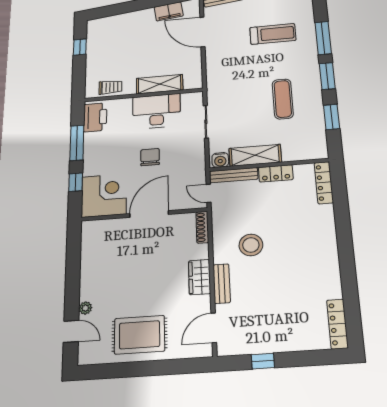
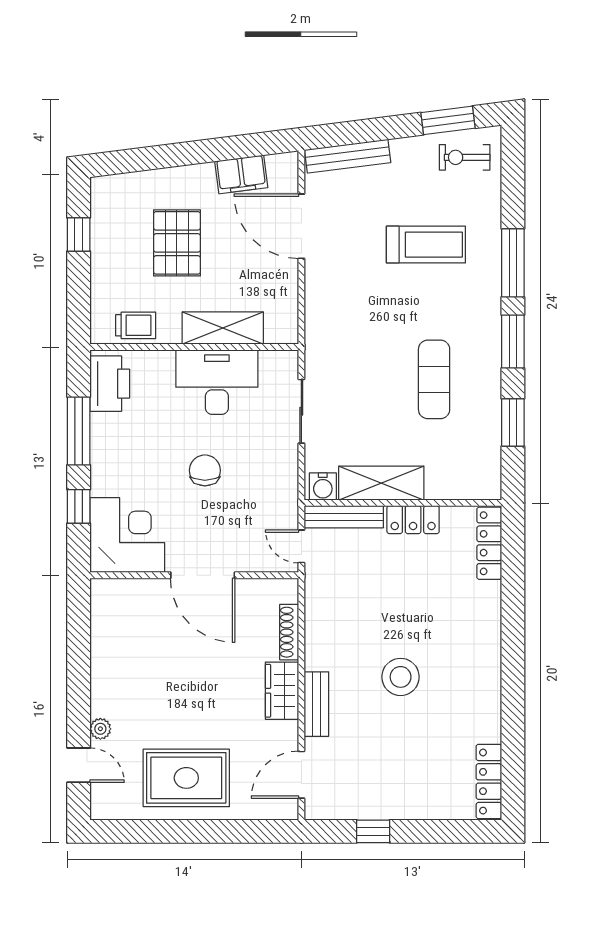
pallet: (134, 46) -> (177, 243), added
door: (149, 214) -> (203, 575), swing flipped
shoe rack: (202, 227) -> (289, 632), moved
stool: (251, 245) -> (401, 677), moved

